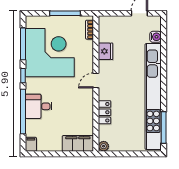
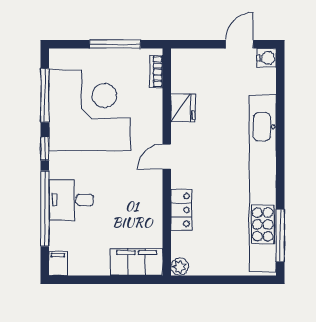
water cooler: (156, 37) -> (267, 58), moved

